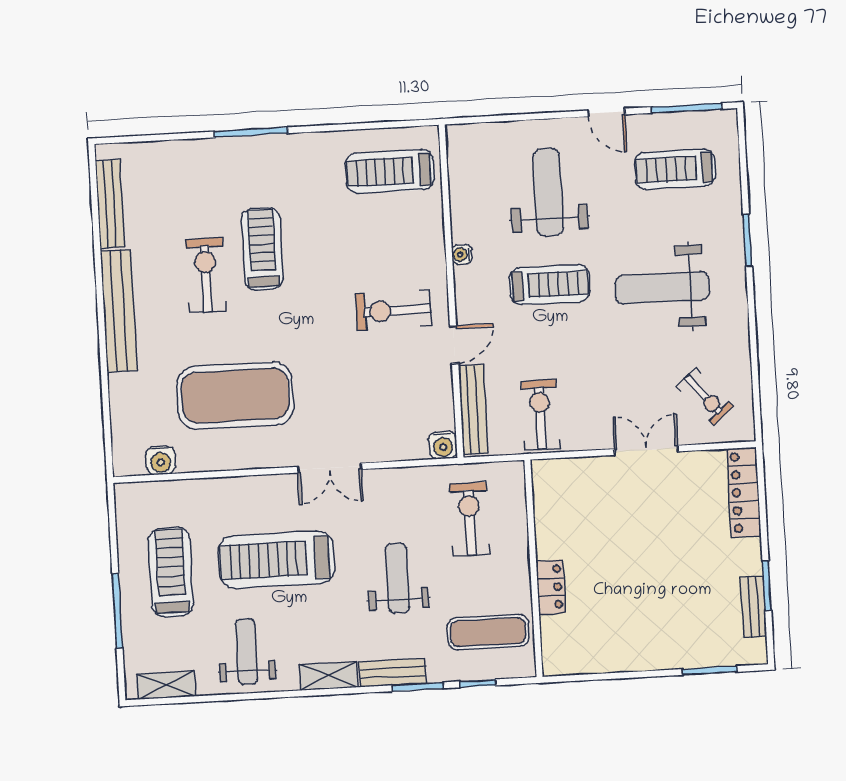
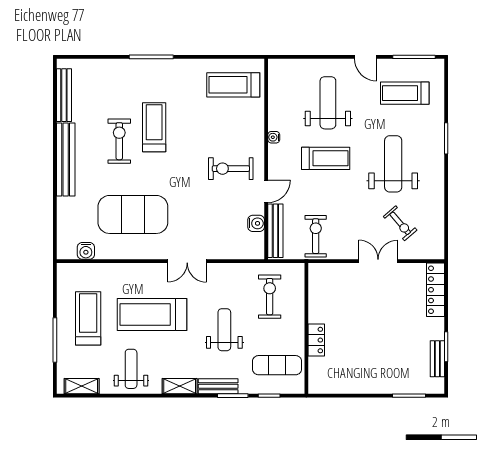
weight bench: (662, 288) -> (393, 164), turned 90
exercise bike: (705, 396) -> (400, 223), moved
water cooler: (443, 445) -> (256, 223), moved, turned -90

